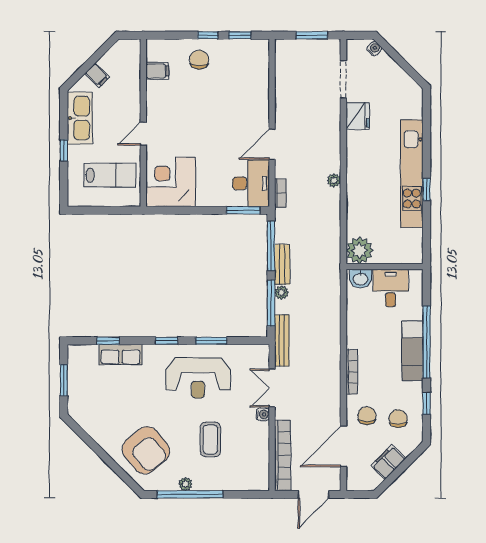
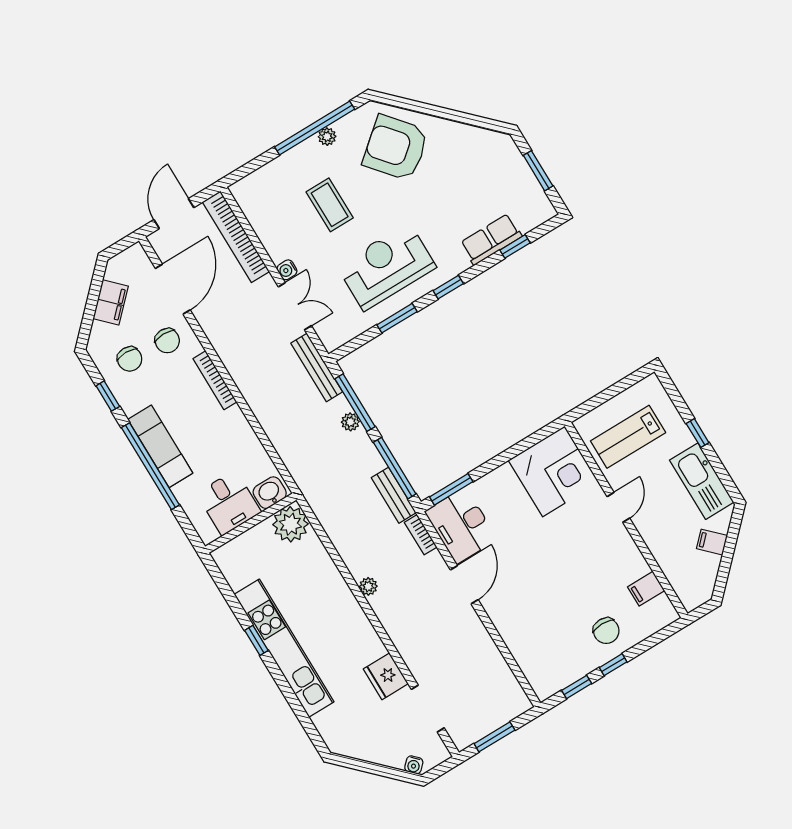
bench: (282, 264) -> (394, 495), moved

